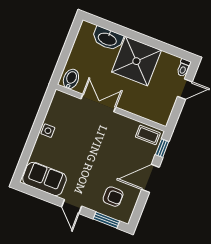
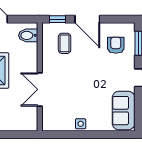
bidet: (71, 79) -> (28, 35), moved
coffee table: (148, 135) -> (65, 43), moved

